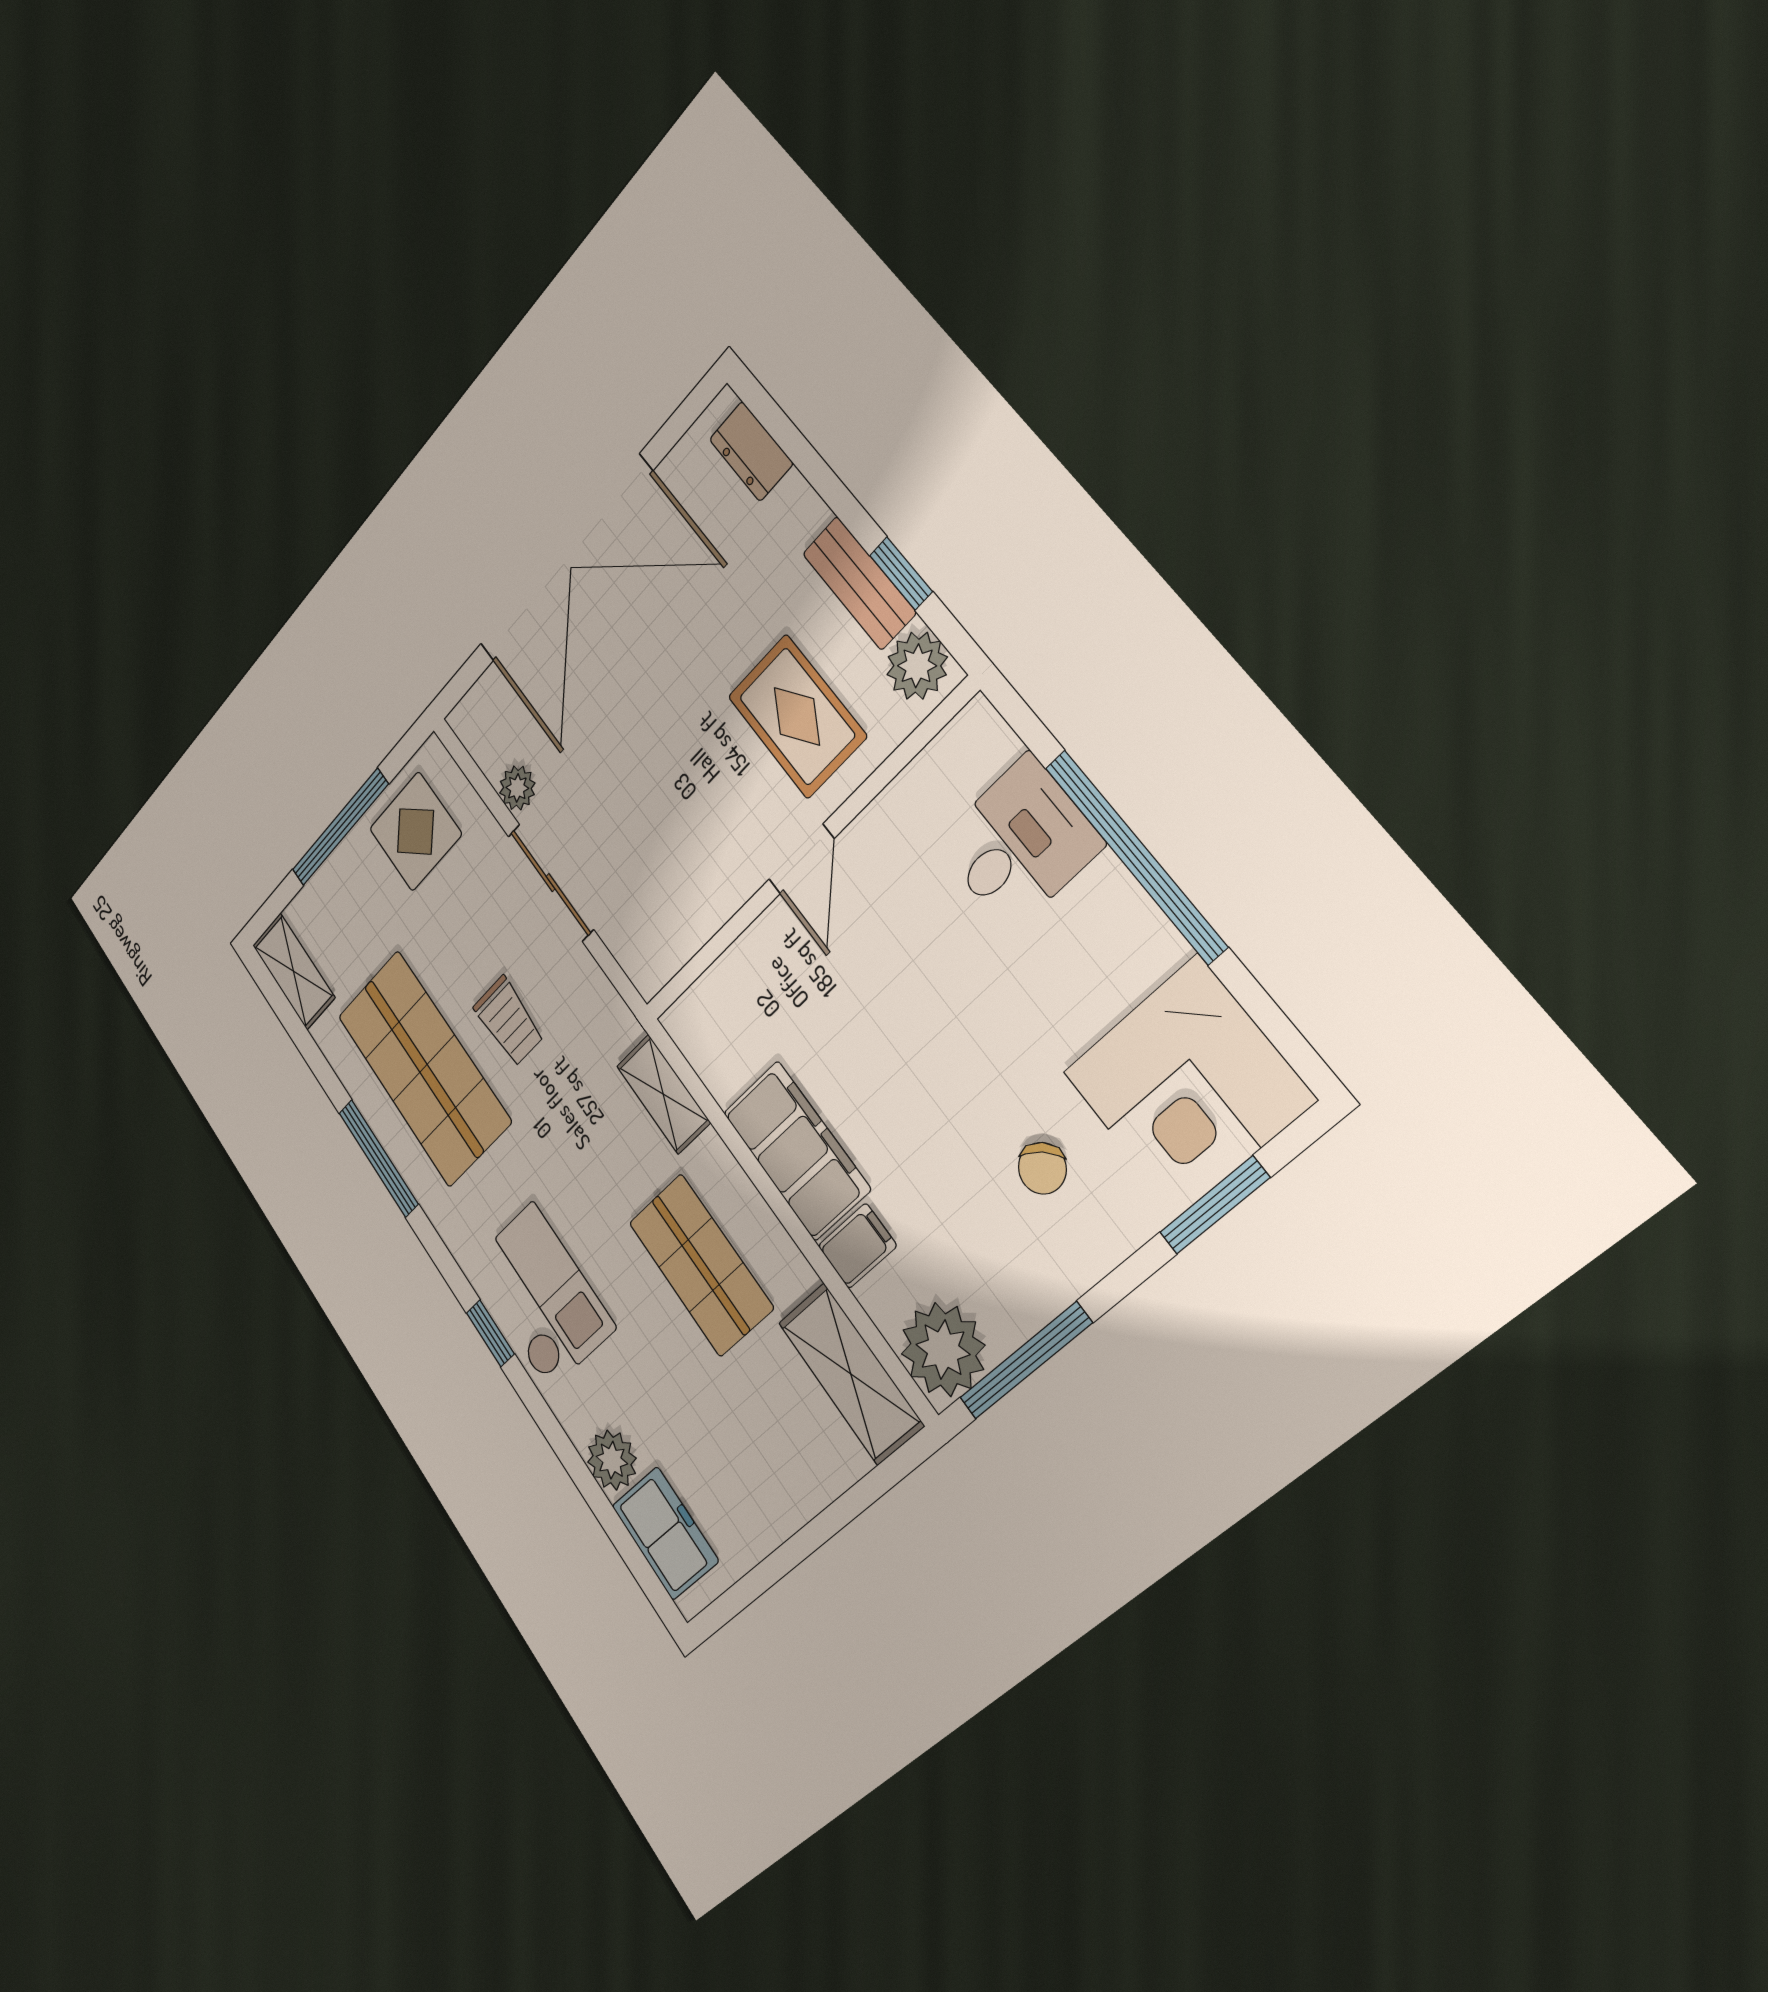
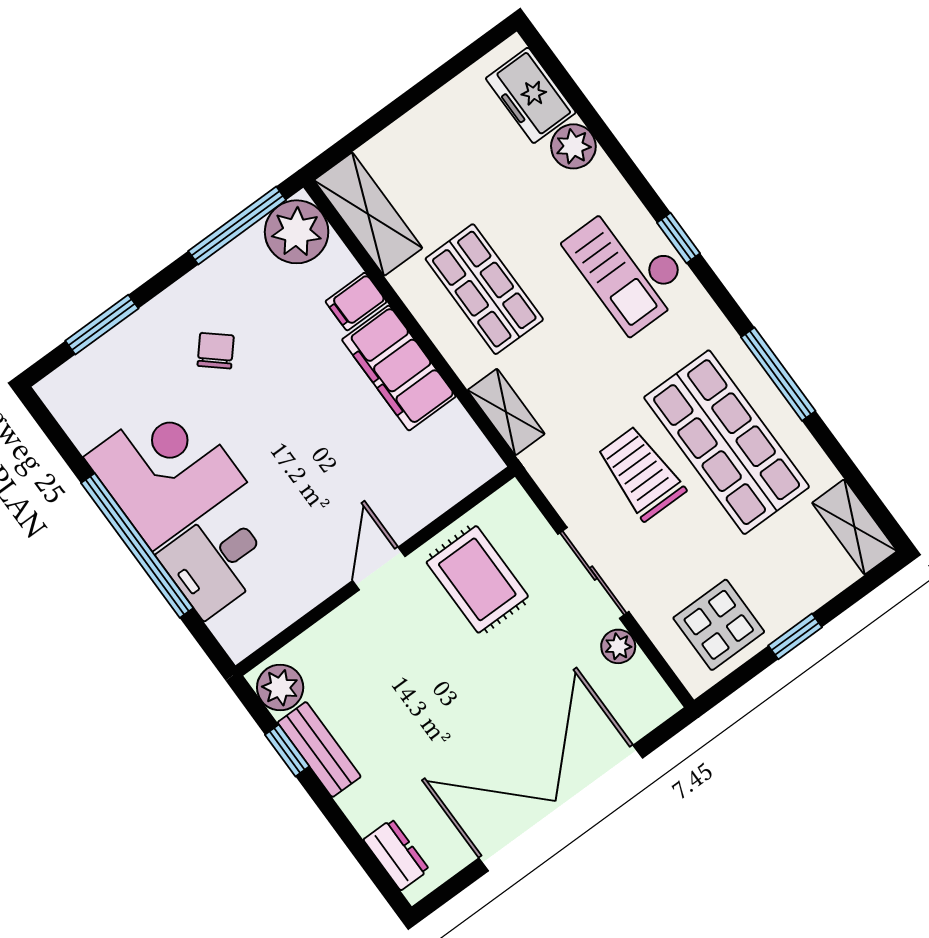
rug: (797, 716) -> (477, 579), moved
window: (340, 827) -> (795, 636), width x0.46
trolley: (509, 1021) -> (641, 473), width x1.36, depth x1.39
corner desk: (1187, 1086) -> (165, 470), moved

